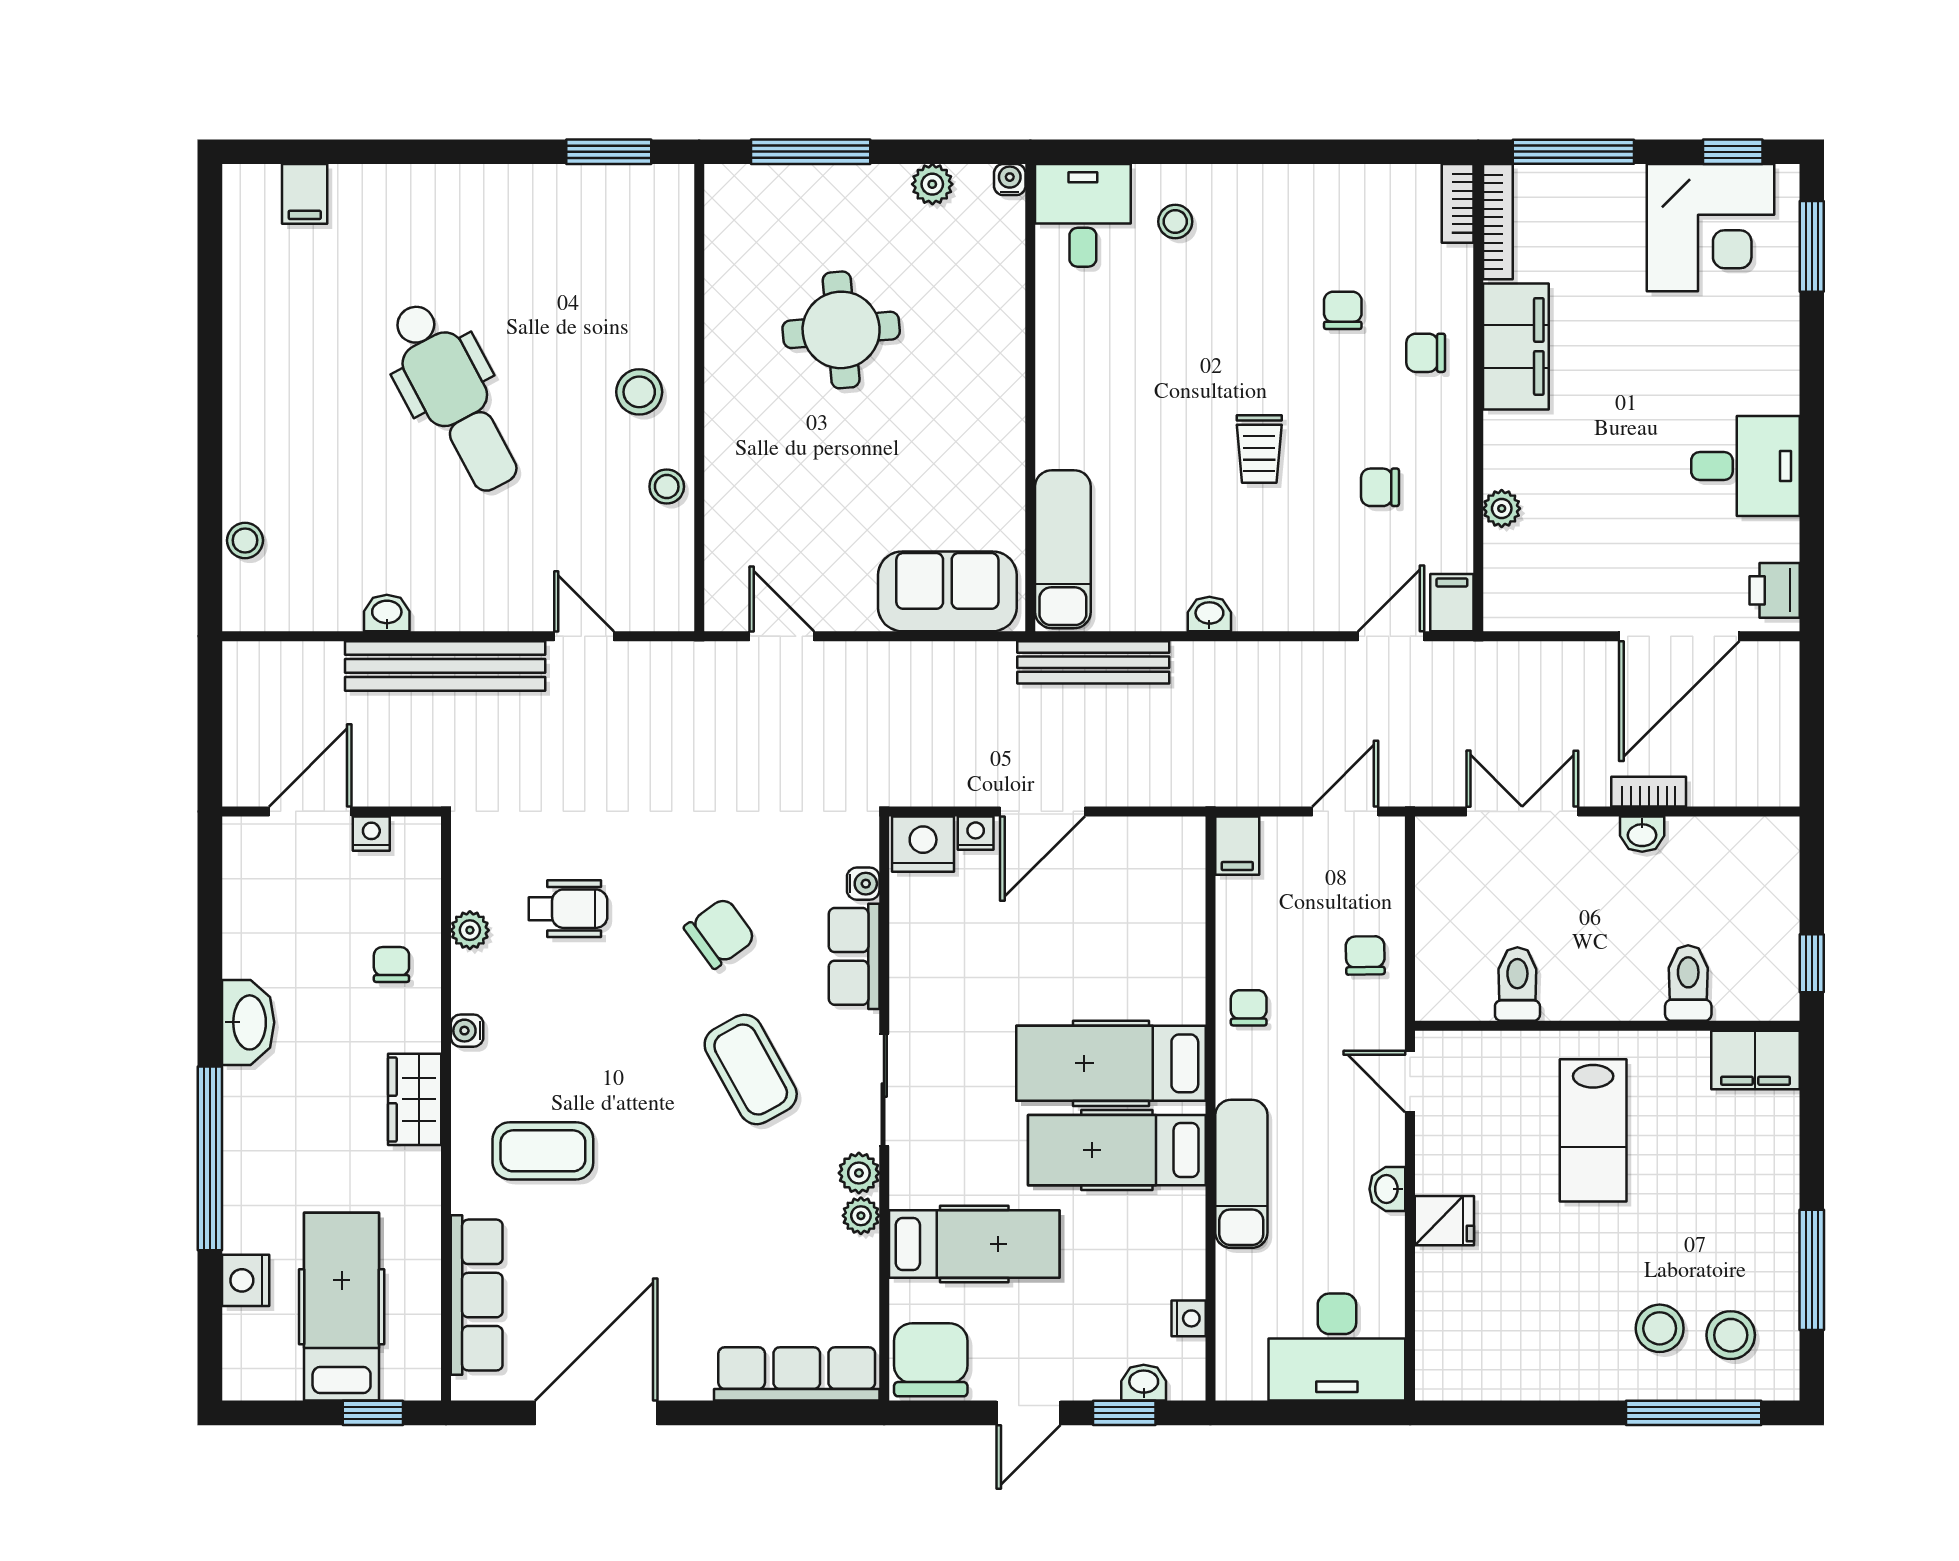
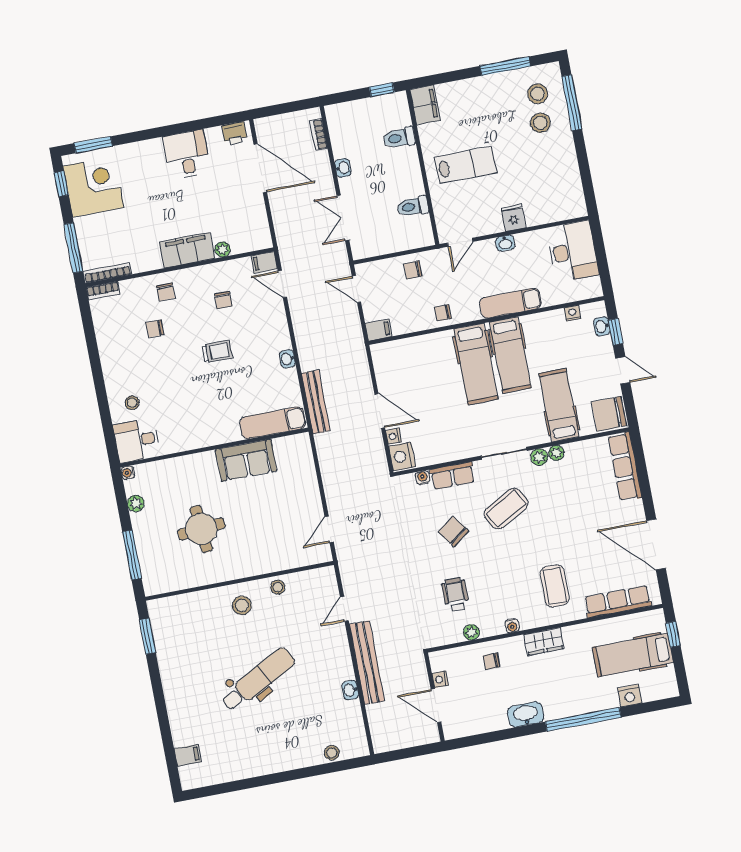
filing cabinet: (1516, 346) -> (187, 250), moved
sofa: (947, 591) -> (246, 460), moved, turned -90
bookcase: (1649, 792) -> (319, 135), moved

